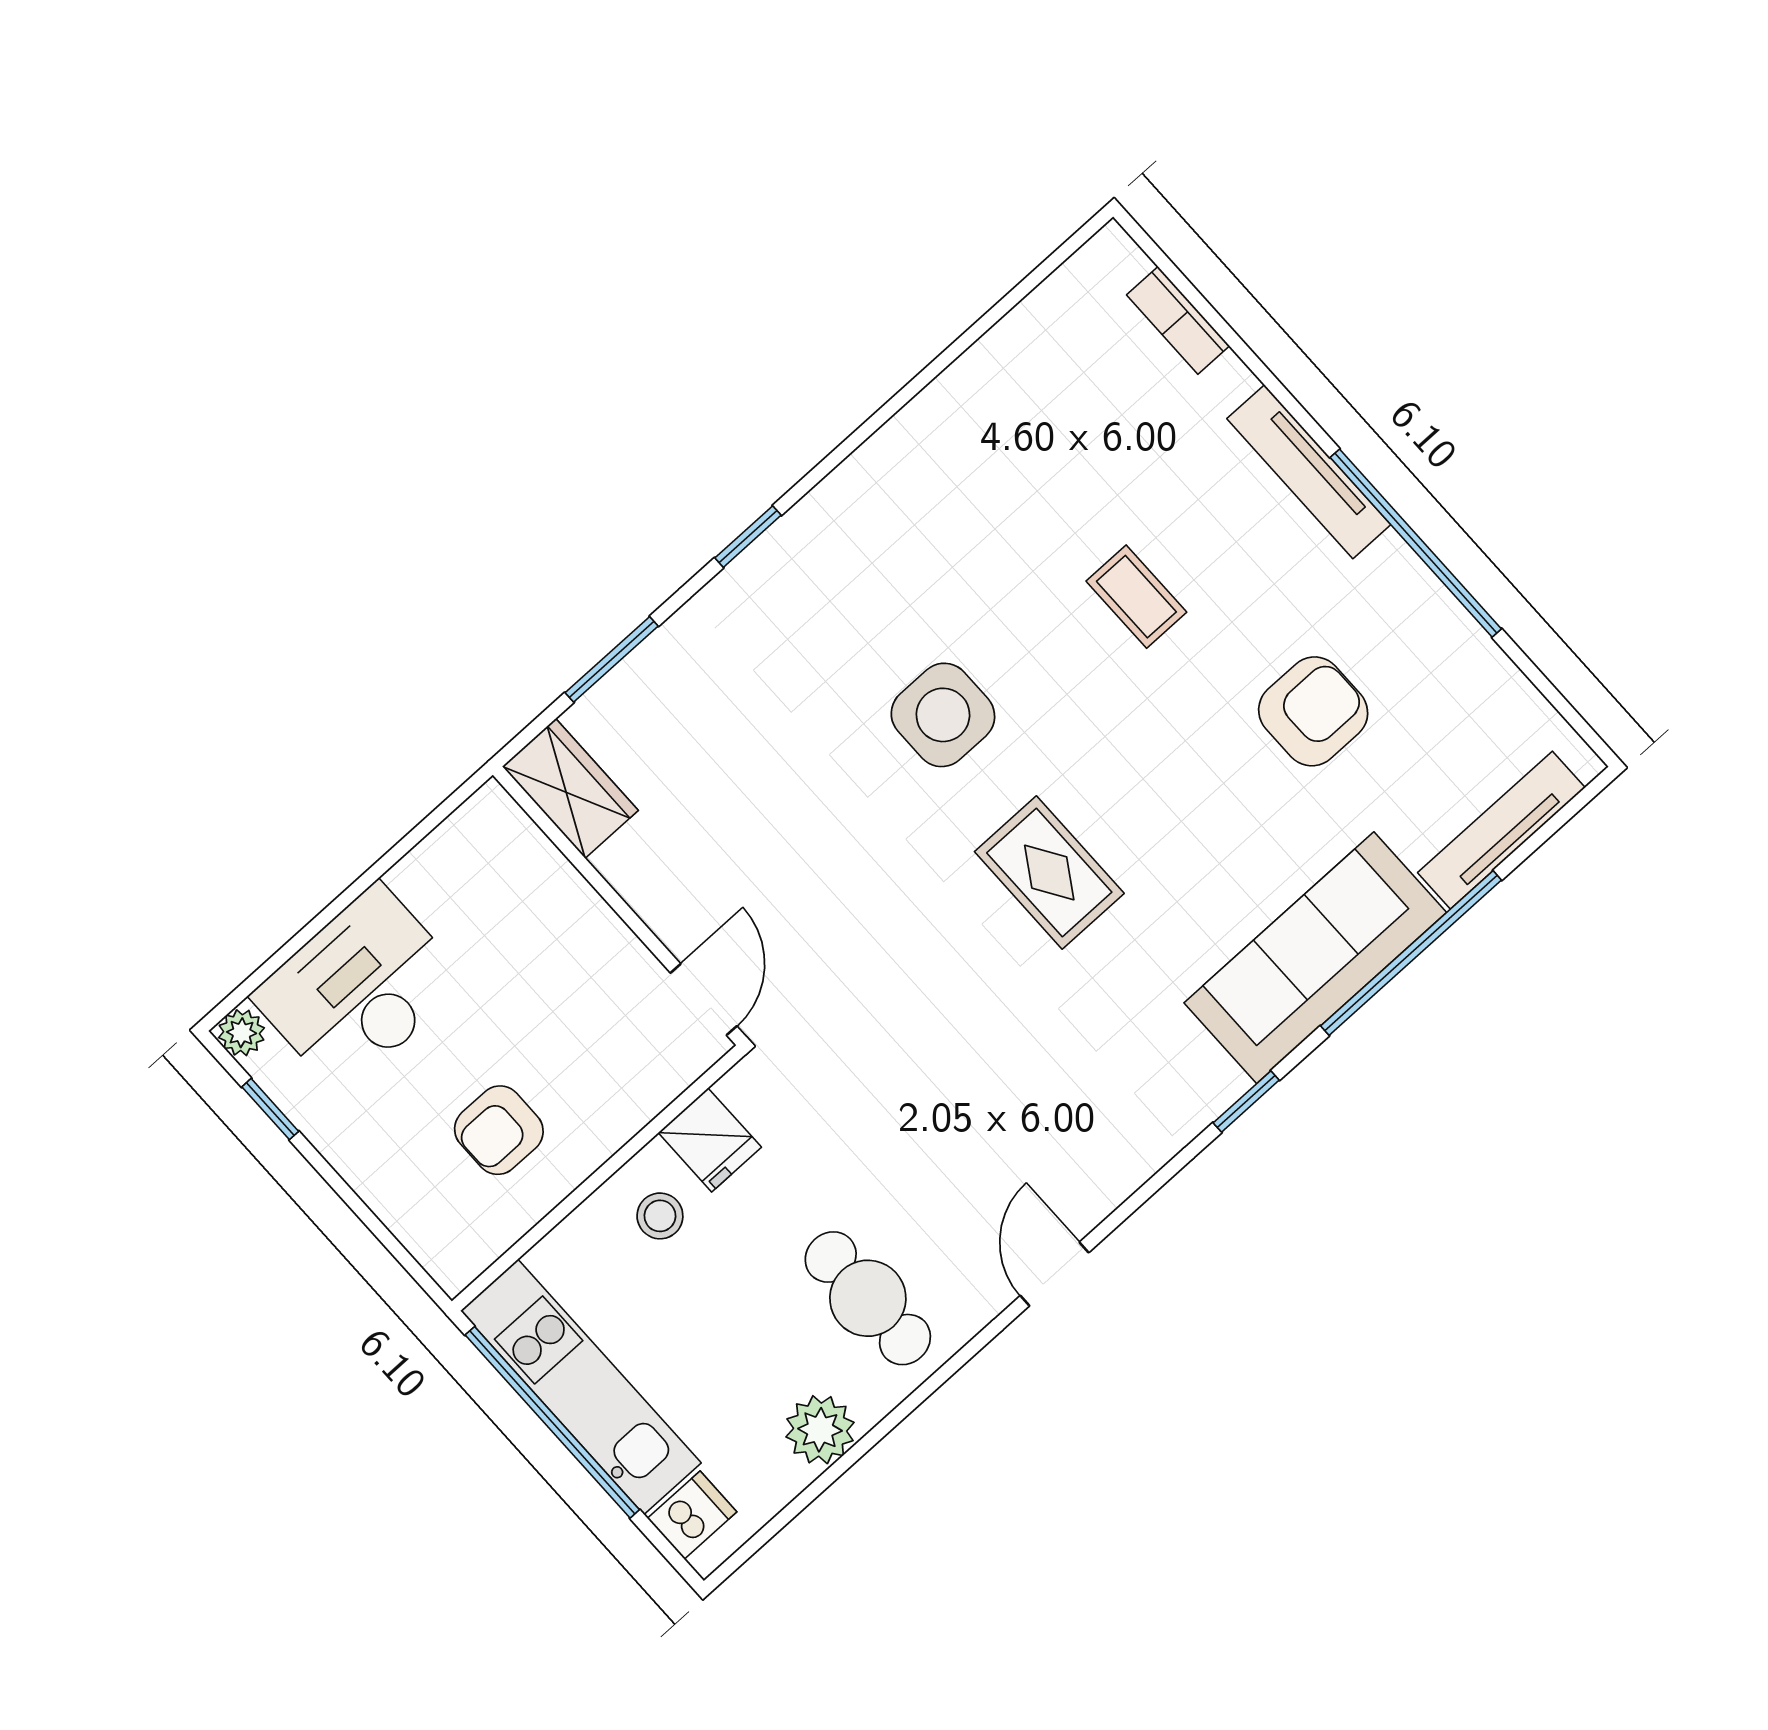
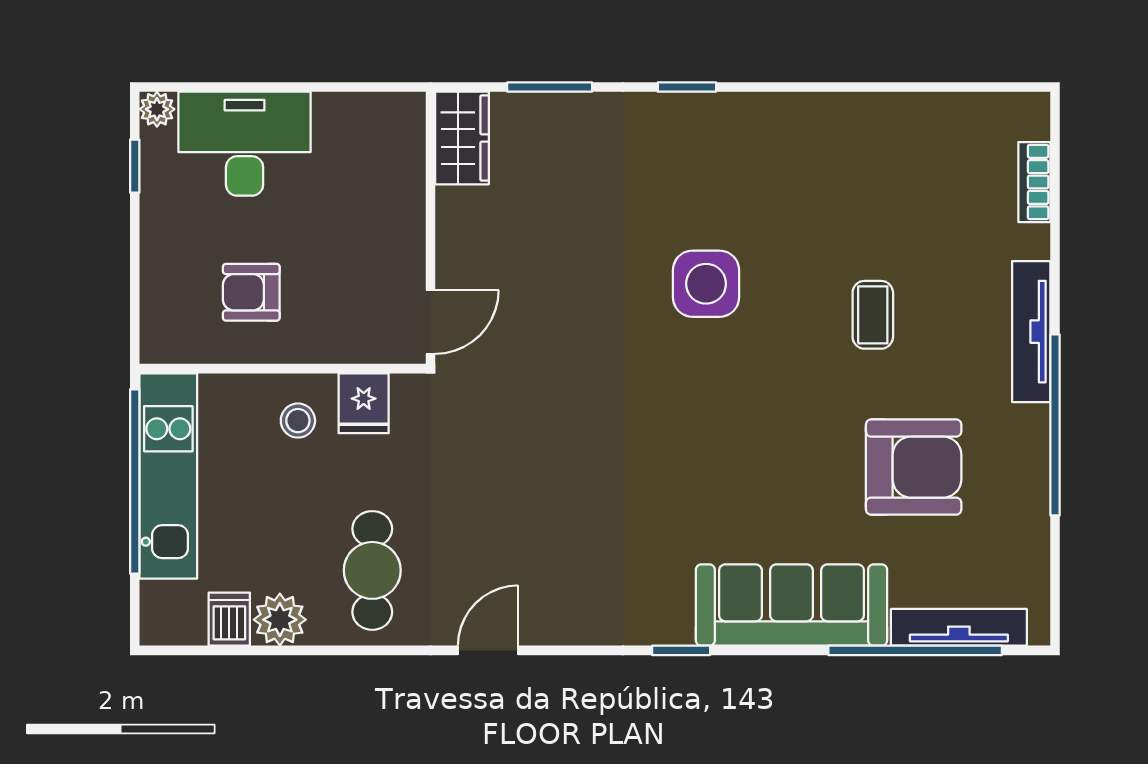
armchair: (1313, 711) -> (914, 467), width x1.36, depth x1.36
rug: (1049, 873) -> (686, 425), removed
window: (1411, 953) -> (915, 650), moved
dishwasher: (692, 1515) -> (229, 619), moved, turned -90

